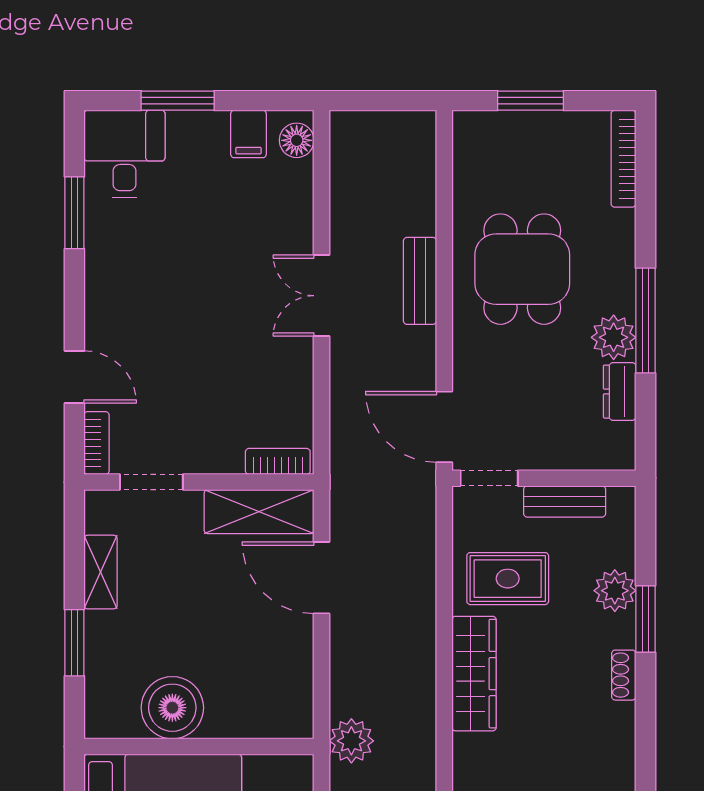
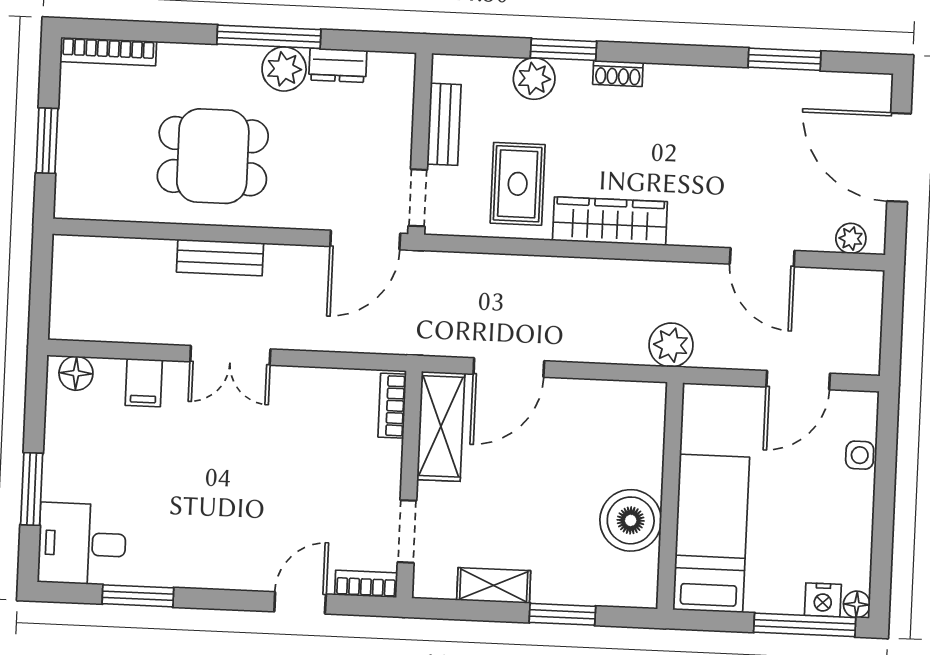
filing cabinet: (248, 134) -> (144, 383), moved, turned 90

